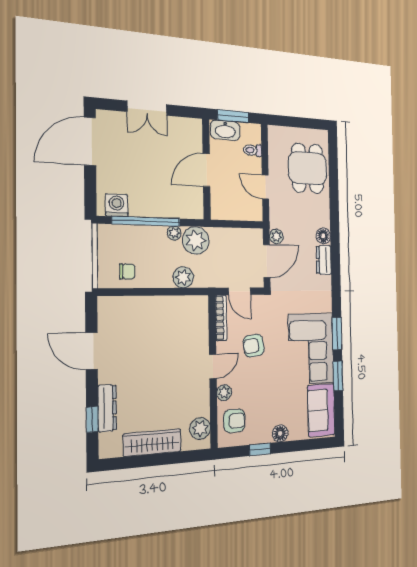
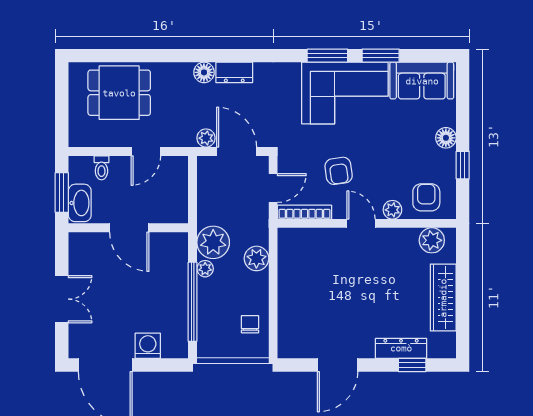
washing machine: (117, 205) -> (148, 346), moved, turned 90

